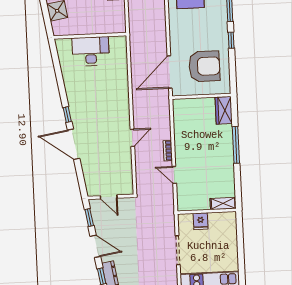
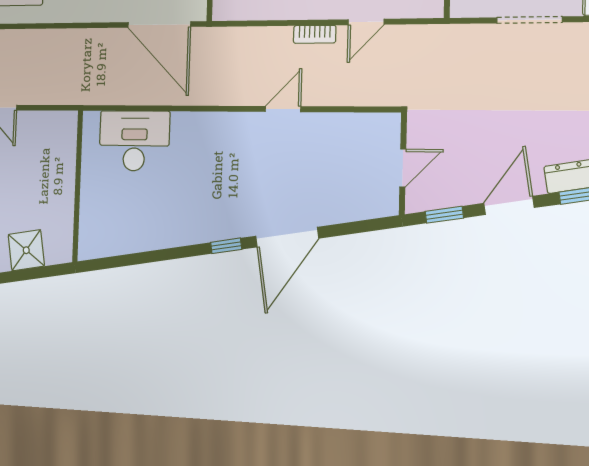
desk: (91, 51) -> (134, 141), moved, turned 90
door: (132, 138) -> (283, 109), hinge flipped

